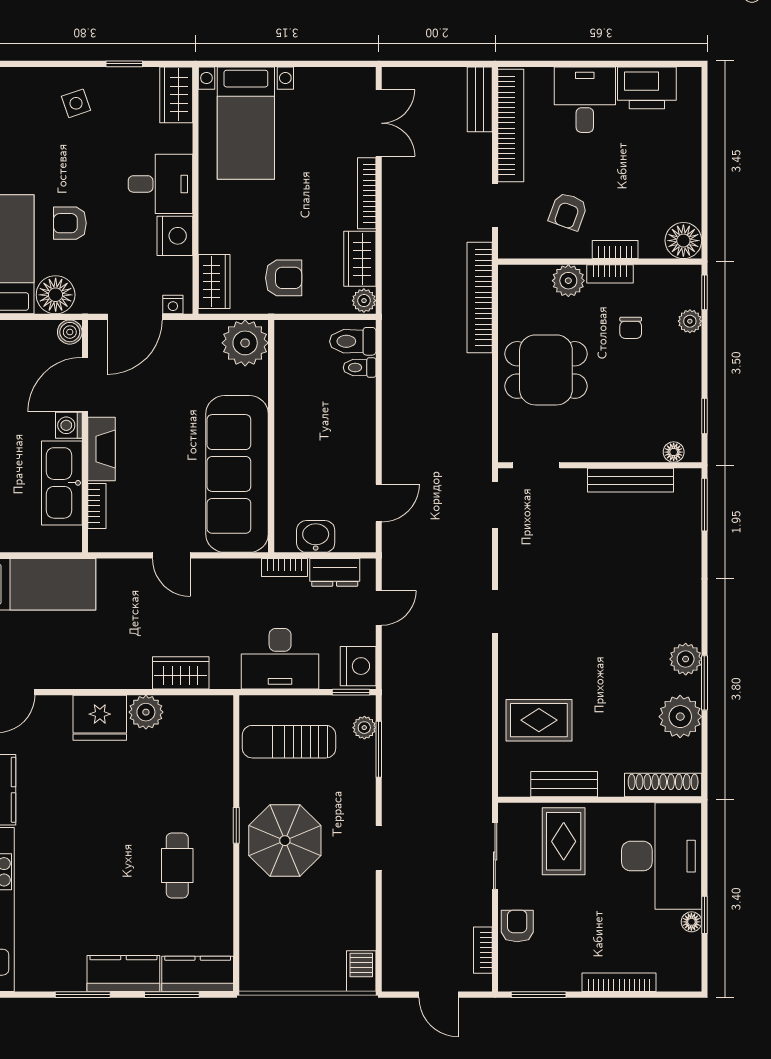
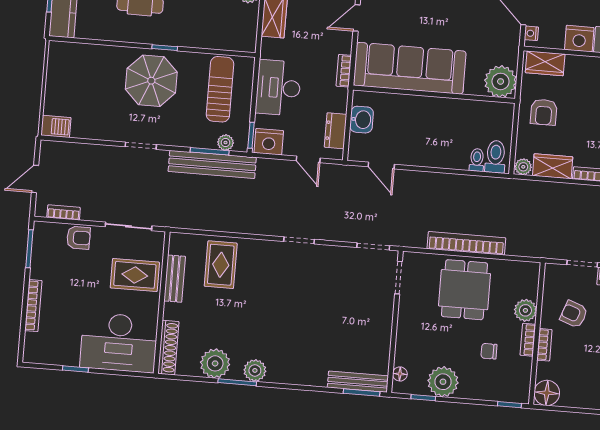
bookcase: (480, 297) -> (466, 243), moved
plant: (690, 321) -> (443, 382), moved, width x1.88, depth x1.88
bench: (631, 480) -> (358, 382), moved, turned 90
bookcase: (284, 568) -> (344, 71), moved
bench: (397, 744) -> (212, 164), added
floor lamp: (691, 922) -> (71, 359), removed

